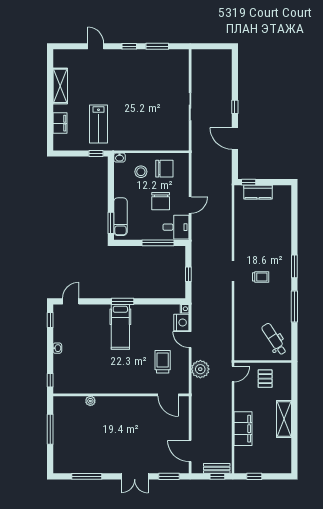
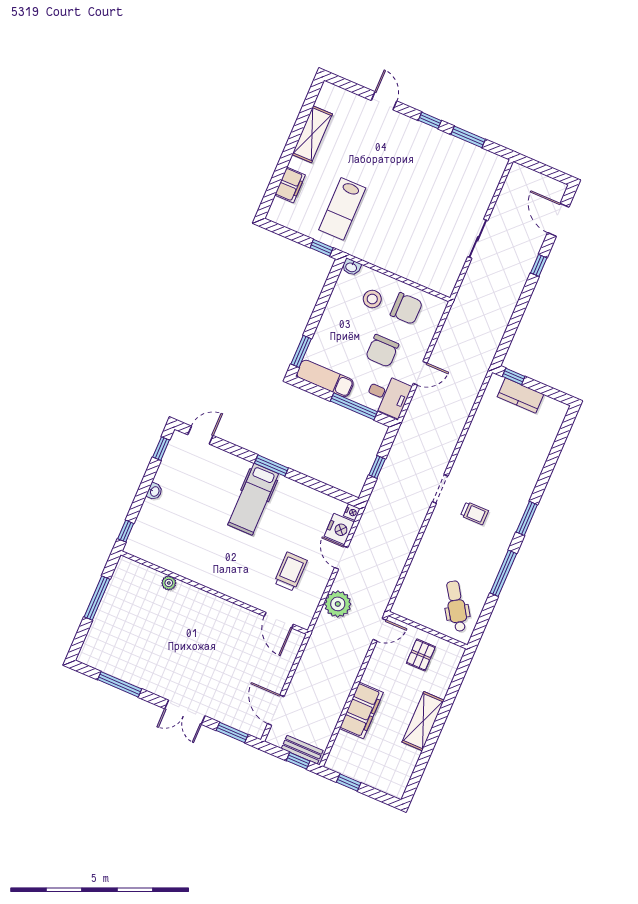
door: (235, 138) -> (558, 220), moved
exam couch: (120, 217) -> (325, 378), moved, turned -90

